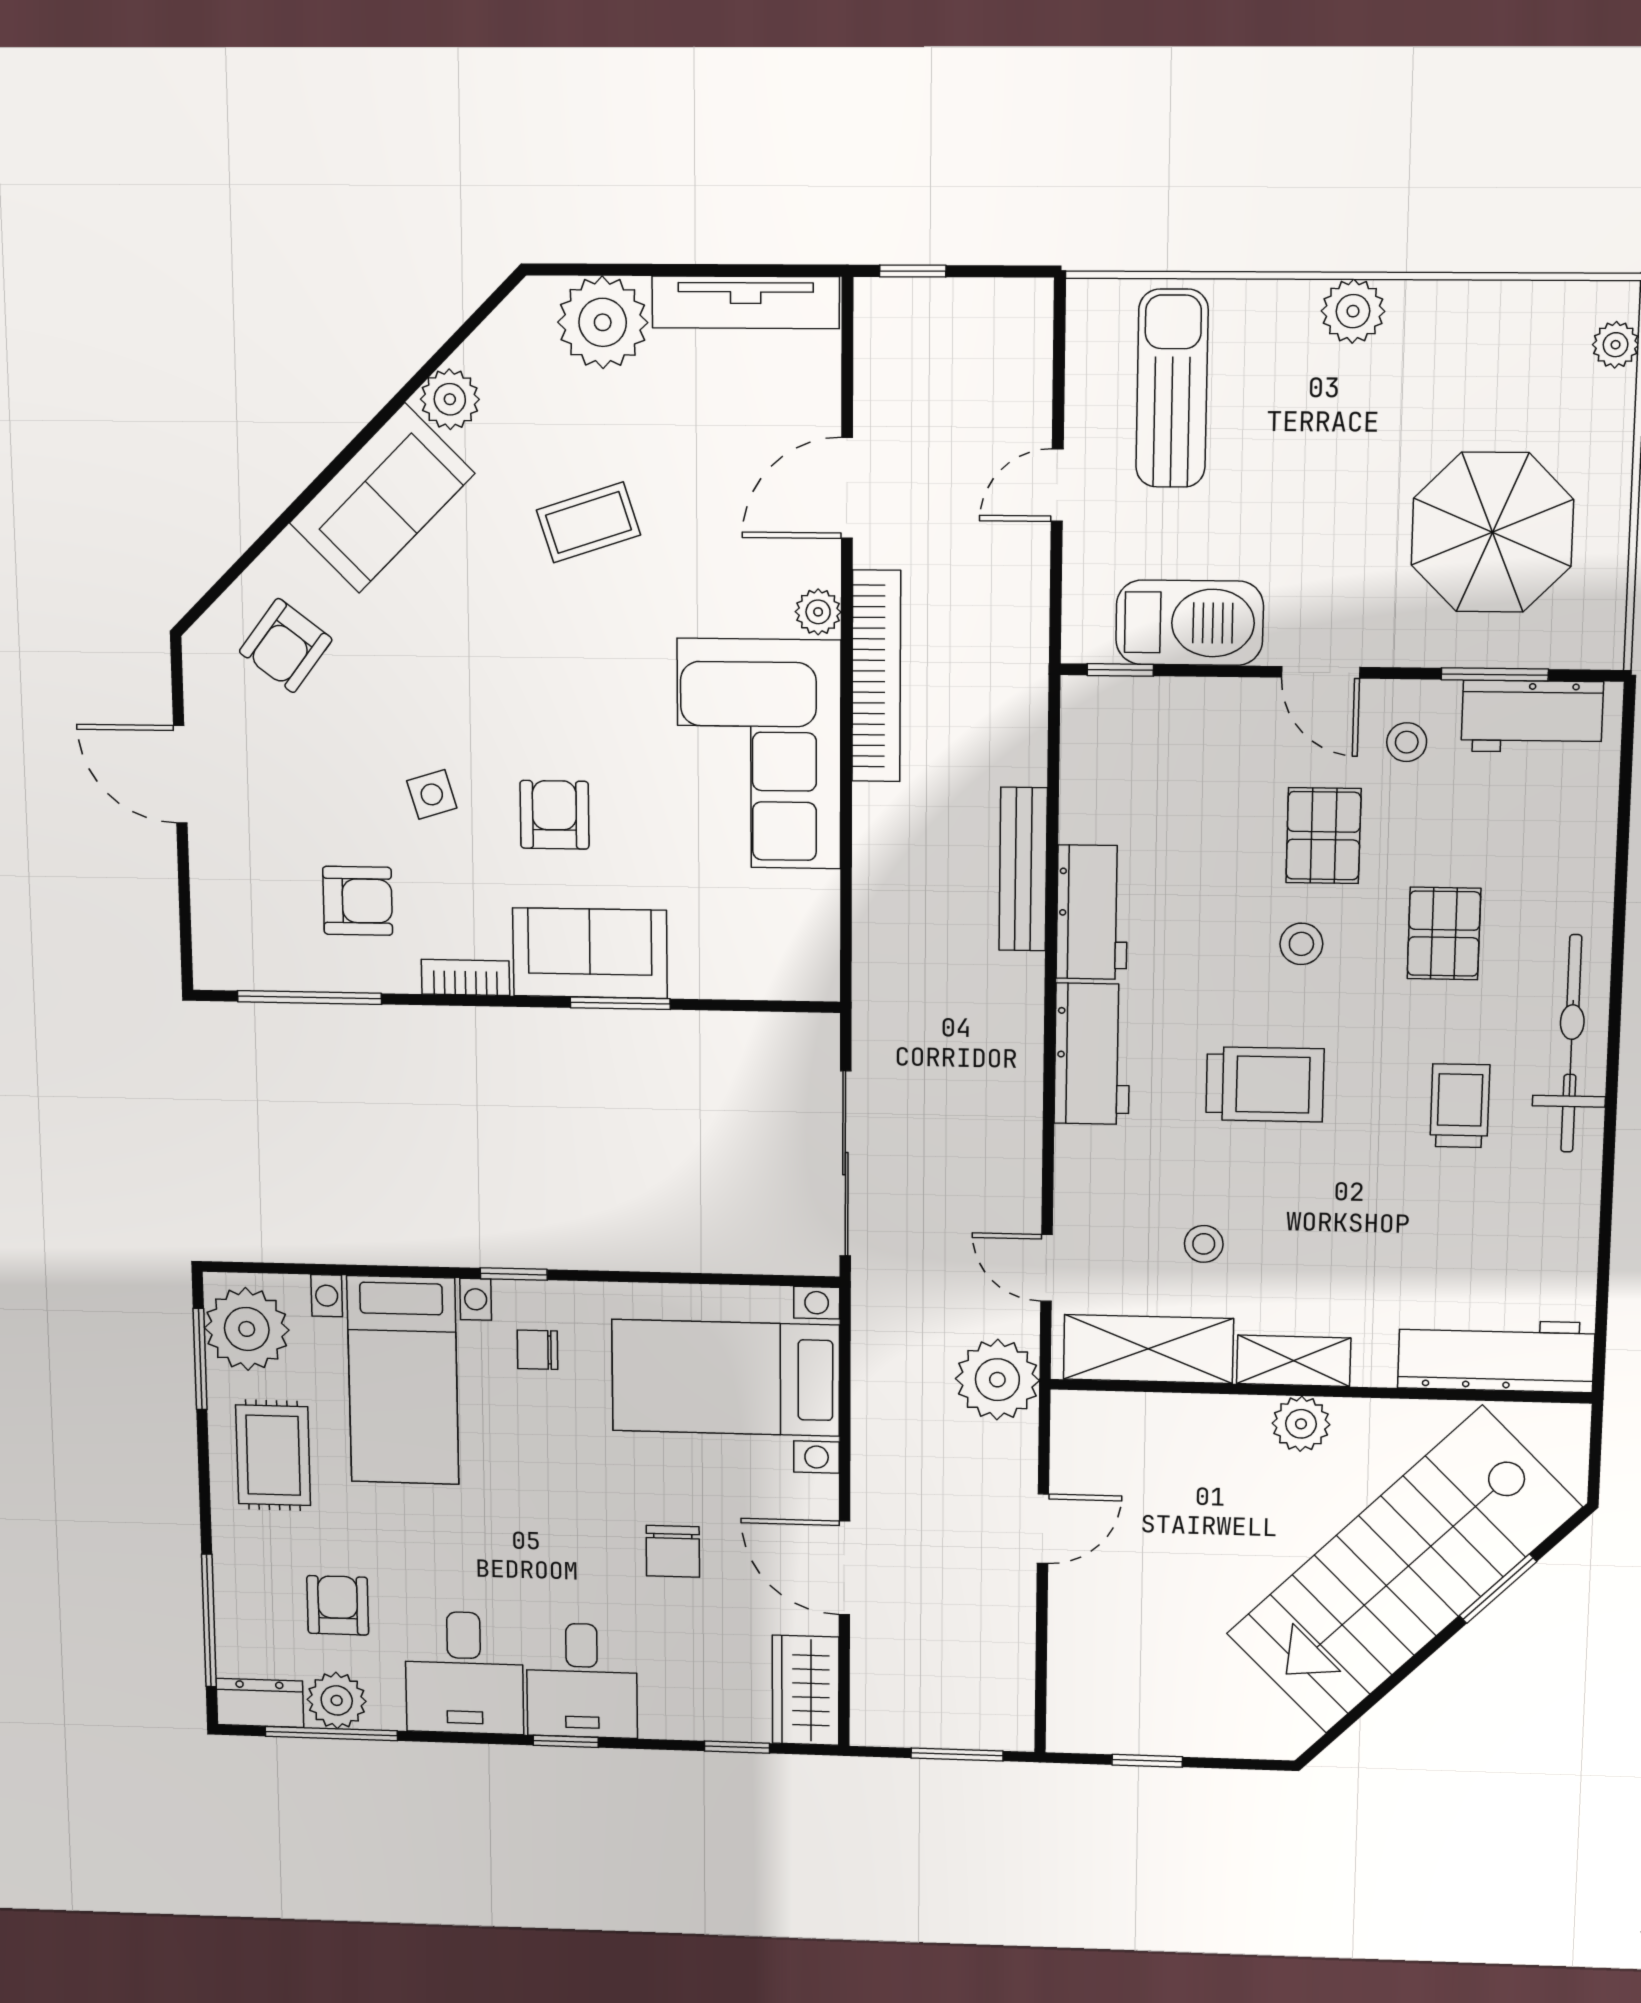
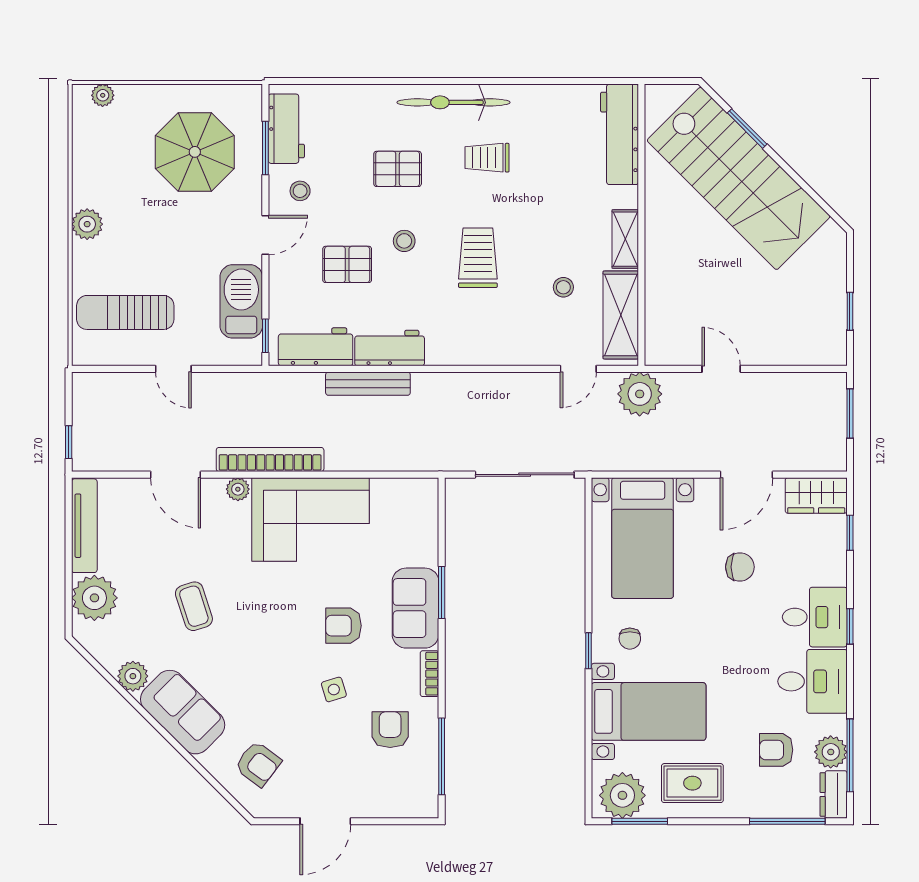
pallet: (1323, 836) -> (347, 264), moved
workbench: (1092, 1054) -> (316, 347), moved
plant: (1301, 1424) -> (659, 234), removed

